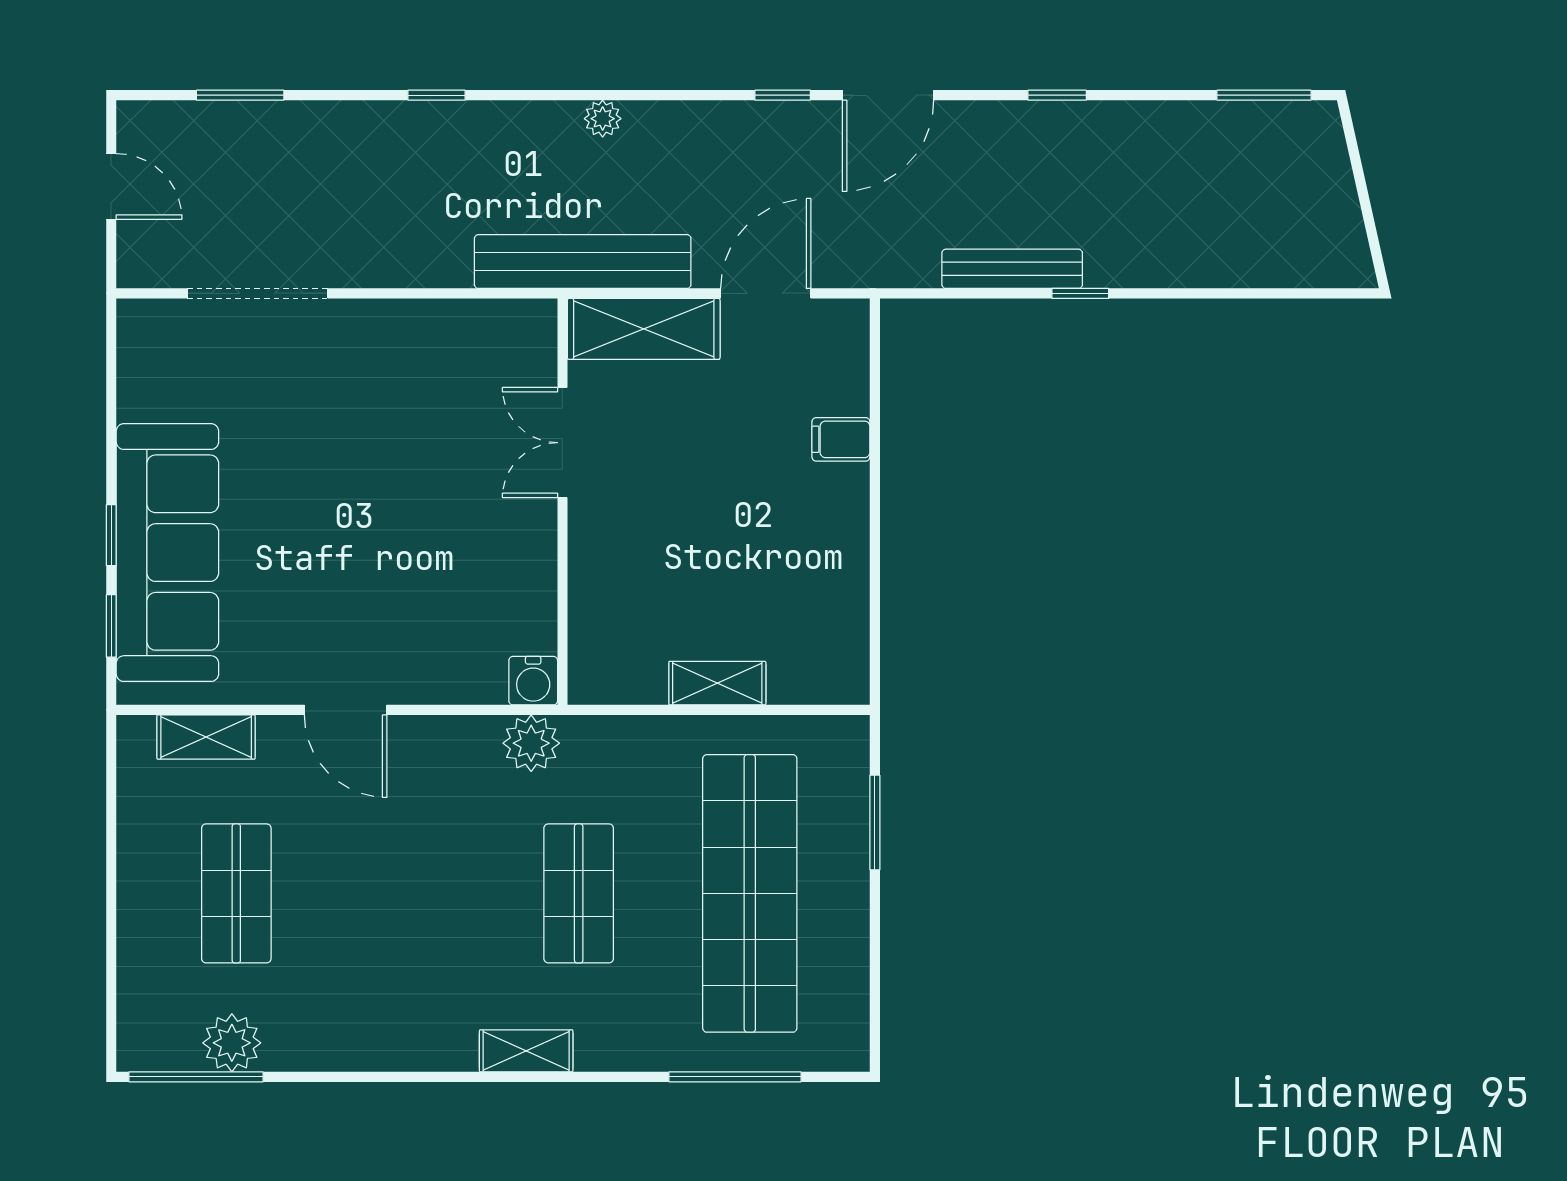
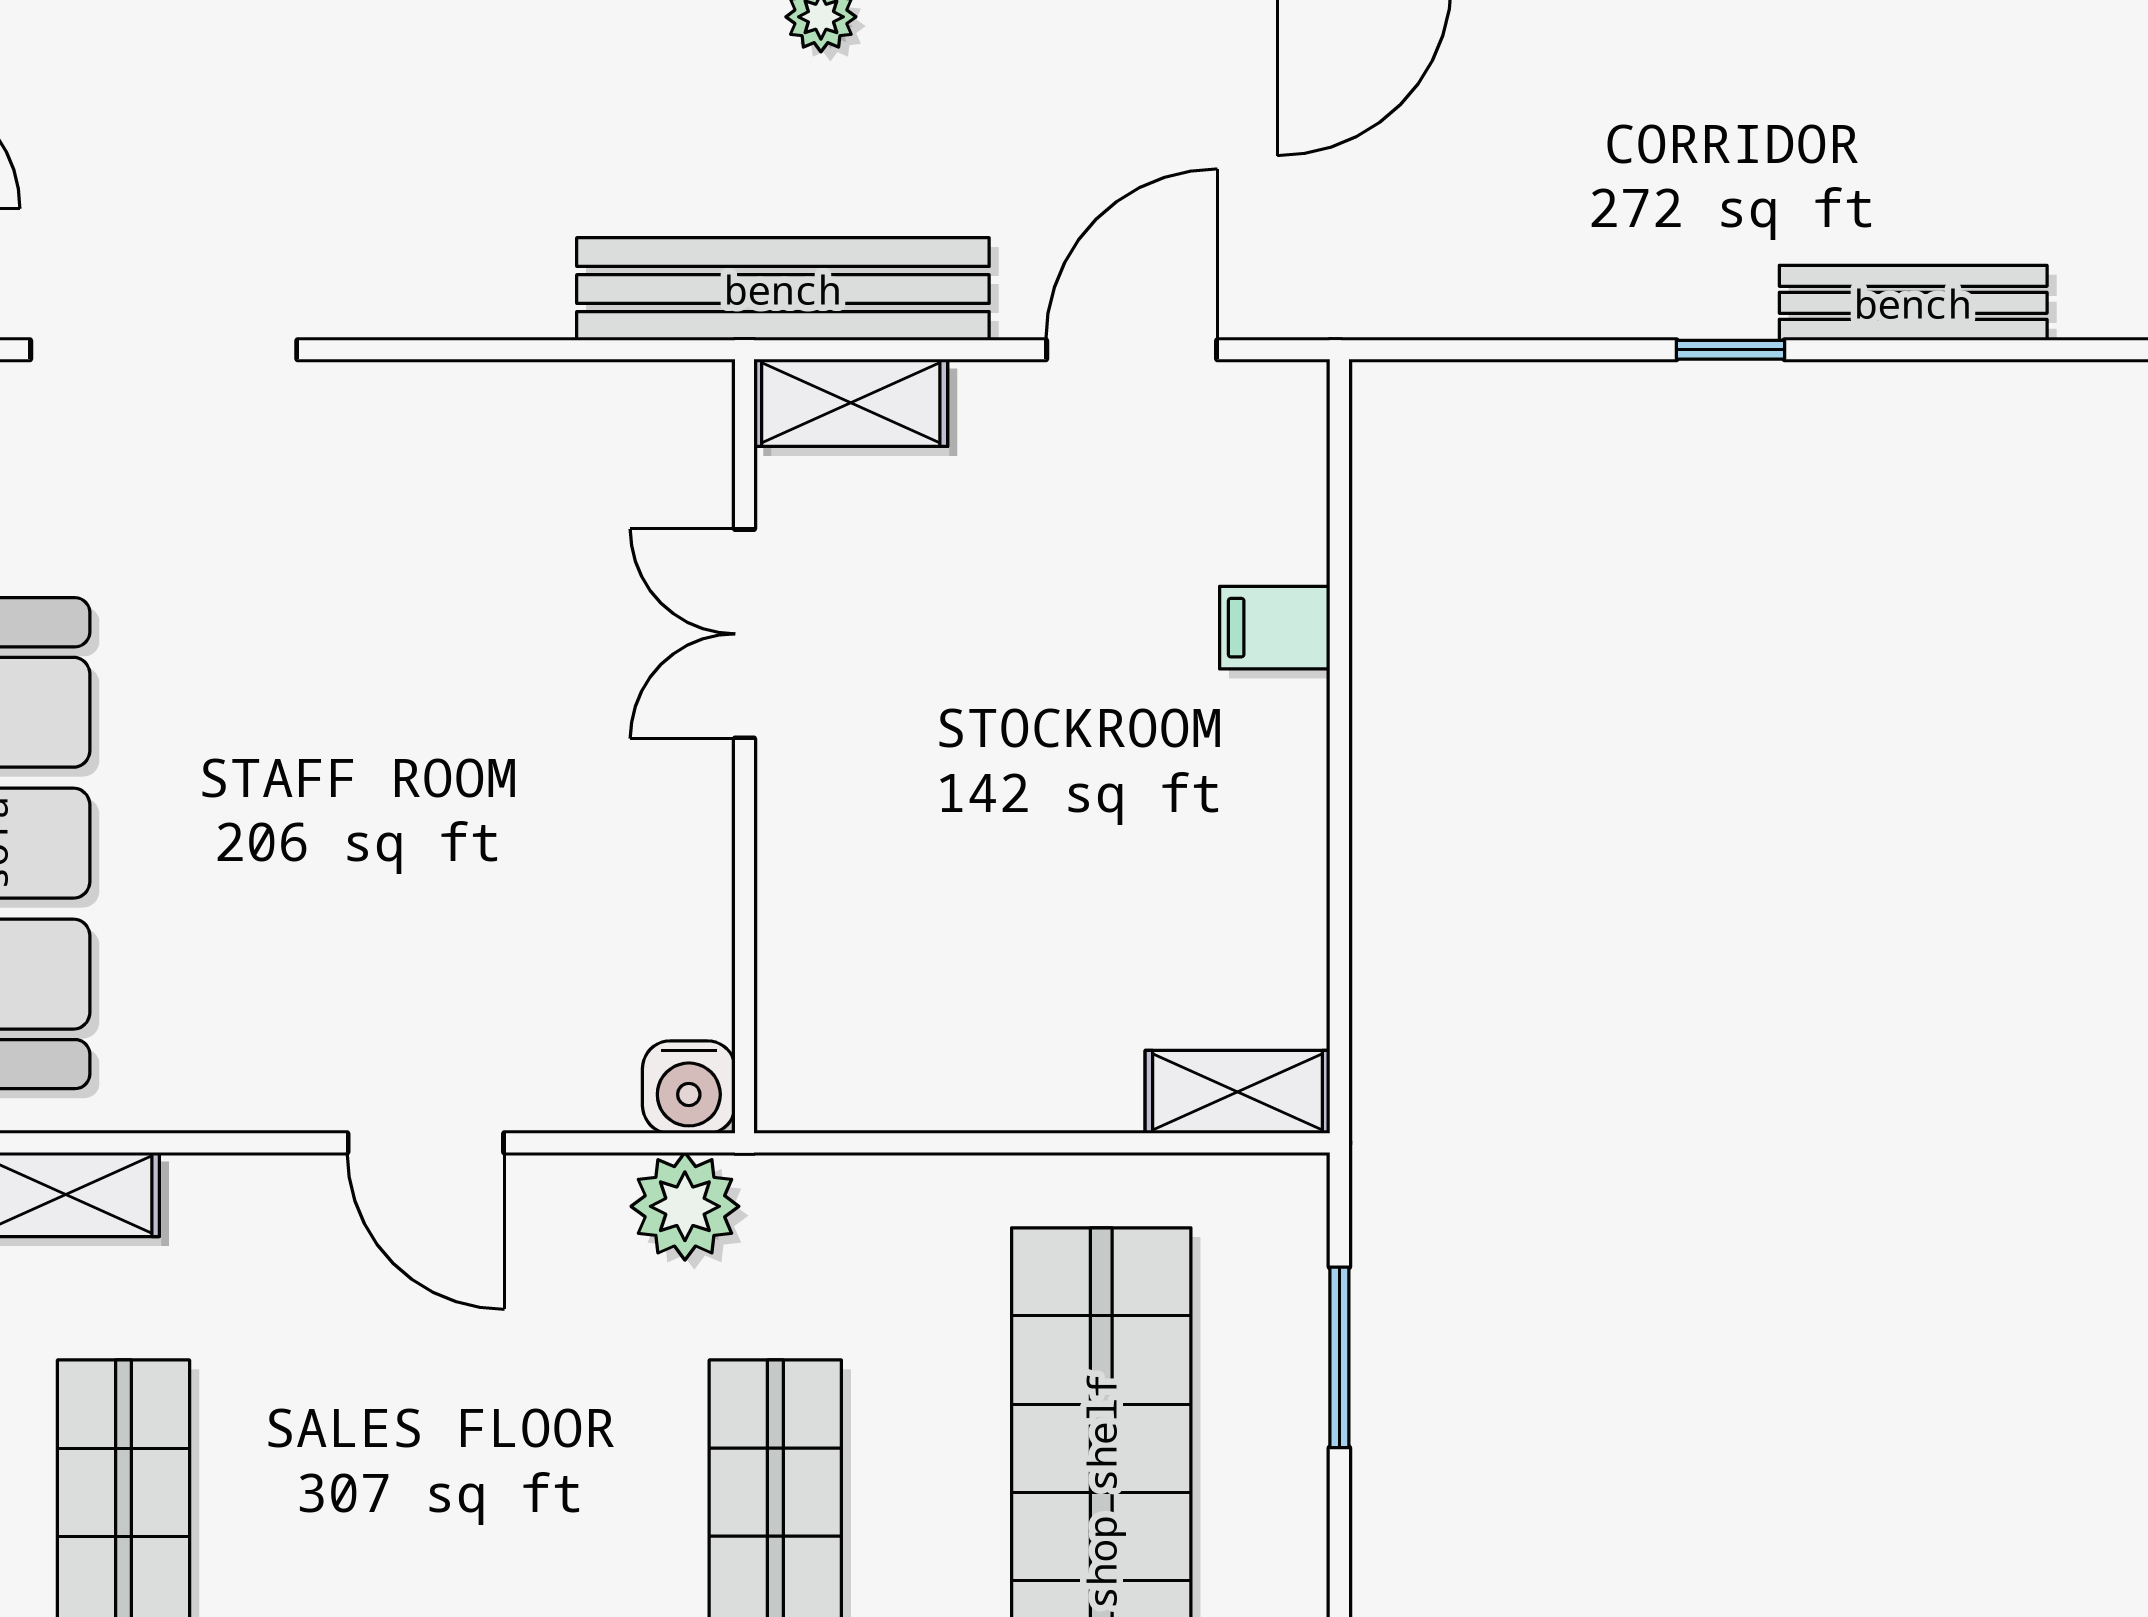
bench: (1012, 269) -> (1913, 303), moved
shelving: (644, 329) -> (851, 403), width x0.67, depth x0.75
shelving: (717, 683) -> (1238, 1092), moved
door: (346, 710) -> (426, 1143), moved

